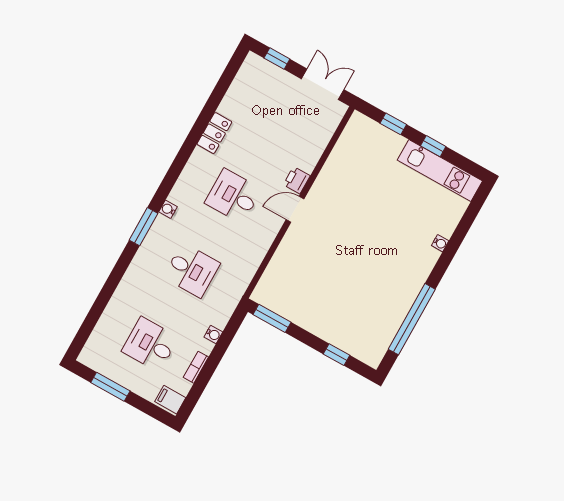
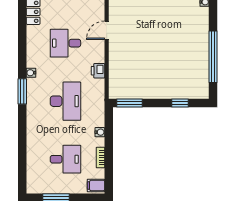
printer: (297, 180) -> (98, 71), moved
desk: (192, 270) -> (65, 101), width x1.37
desk: (150, 344) -> (65, 159), turned 180

